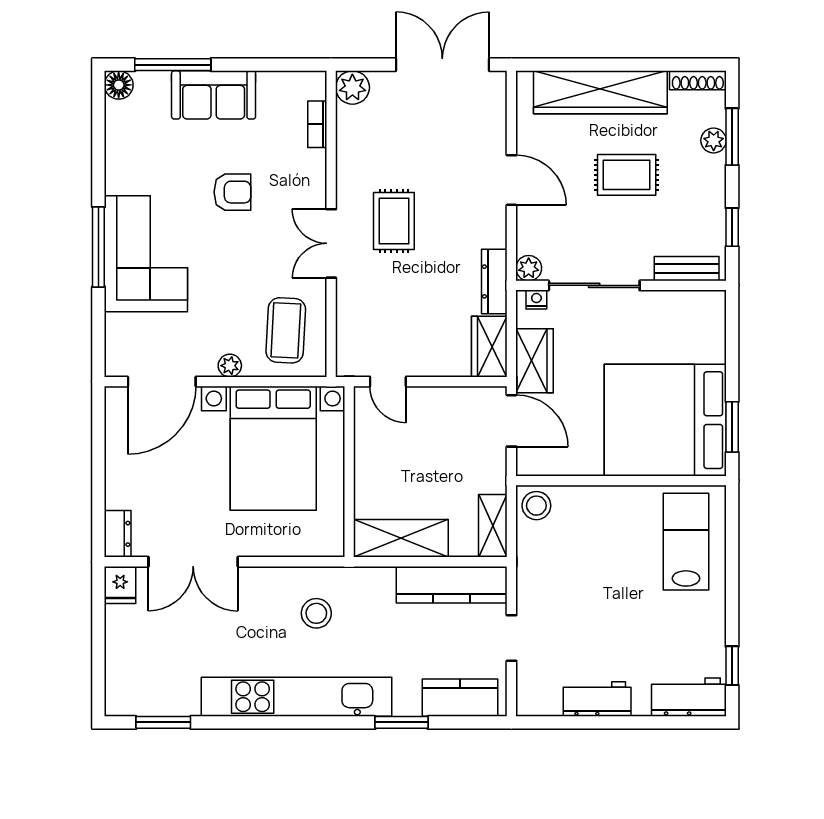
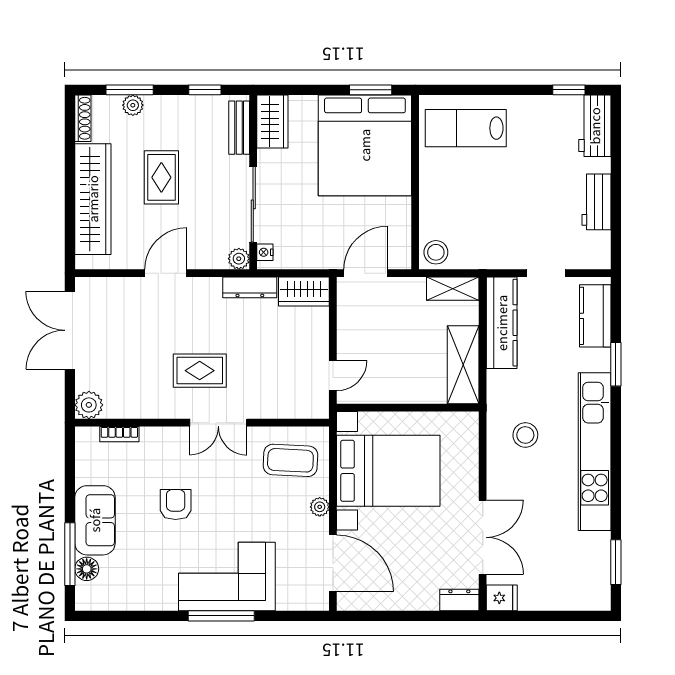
floor lamp: (119, 85) -> (87, 569), moved
wardrobe: (535, 361) -> (272, 121), moved, turned 90

